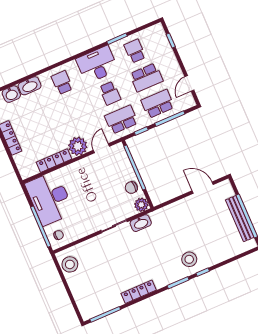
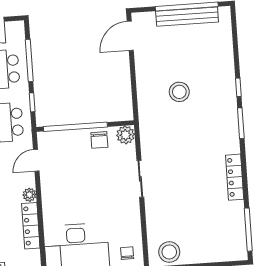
plant: (78, 146) -> (29, 195), width x0.53, depth x0.53
door: (101, 148) -> (36, 160), hinge flipped
door: (203, 188) -> (130, 36), moved
washbasin: (141, 223) -> (149, 144), removed
stool: (189, 259) -> (179, 92), moved

